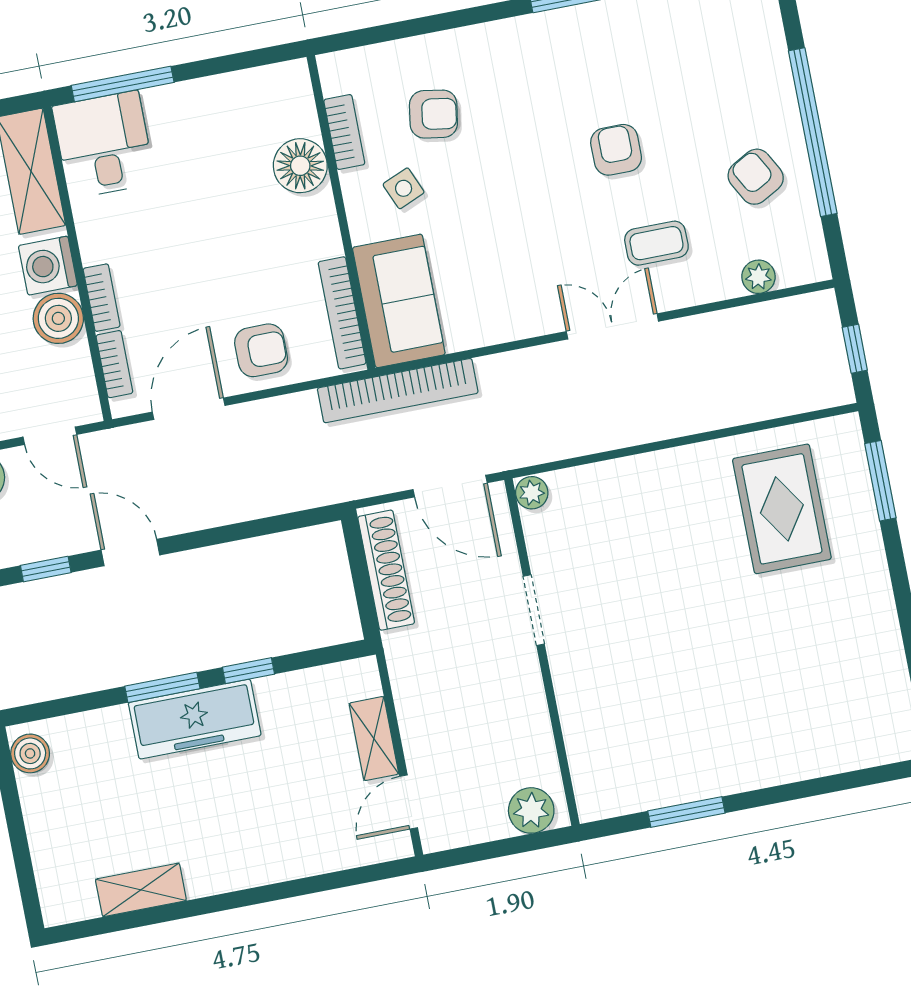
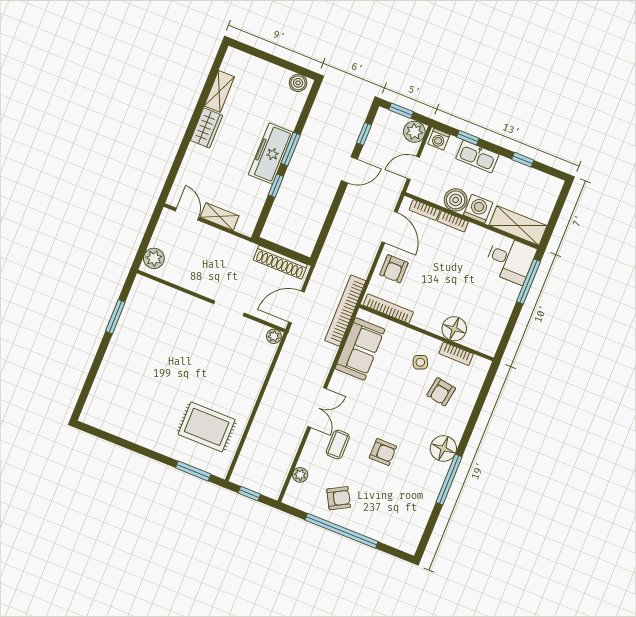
floor lamp: (537, 41) -> (443, 449), added
sofa: (399, 301) -> (360, 349), moved, turned -90
wardrobe: (224, 870) -> (206, 128), added

